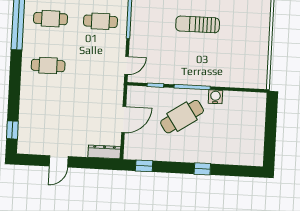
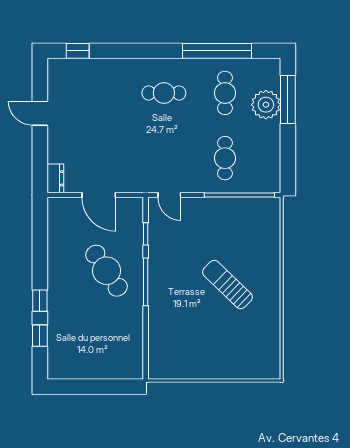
sun lounger: (198, 24) -> (227, 285), turned -46
cafe table: (48, 65) -> (164, 93), turned 90
water cooler: (215, 97) -> (135, 313), removed
dresser: (104, 152) -> (55, 178), width x0.70
window: (144, 166) -> (40, 336), moved

